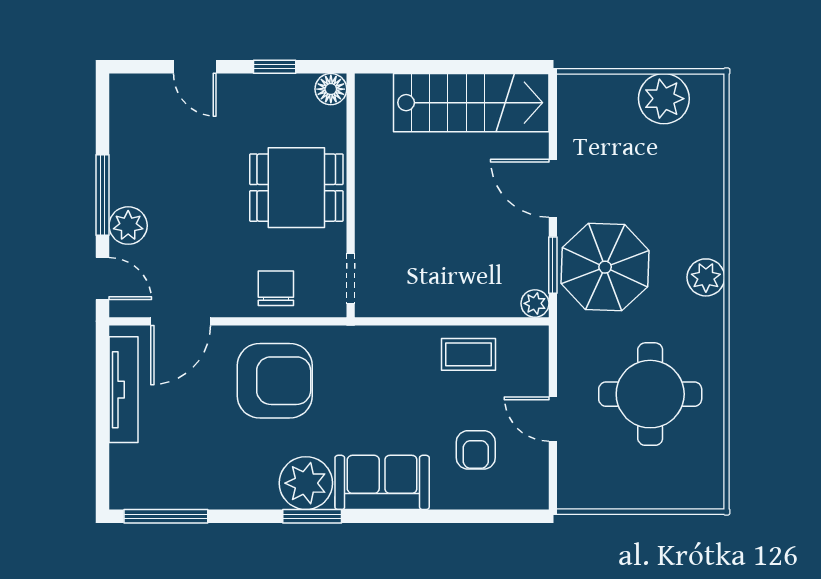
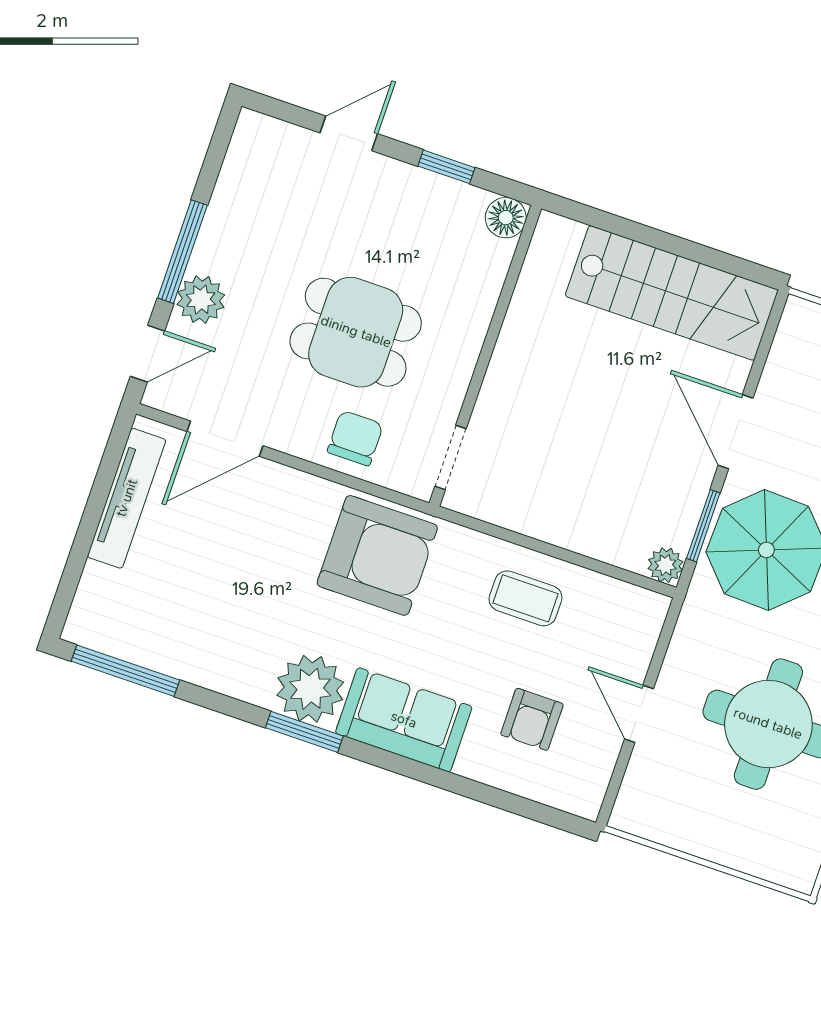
door: (195, 67) -> (349, 133), swing flipped
dining table: (296, 188) -> (356, 332), moved
door: (103, 279) -> (147, 354), hinge flipped
coffee table: (468, 354) -> (525, 598), moved
armchair: (275, 381) -> (377, 555), moved

